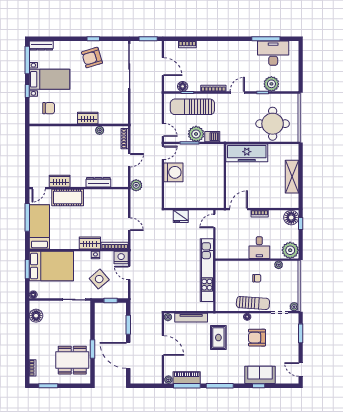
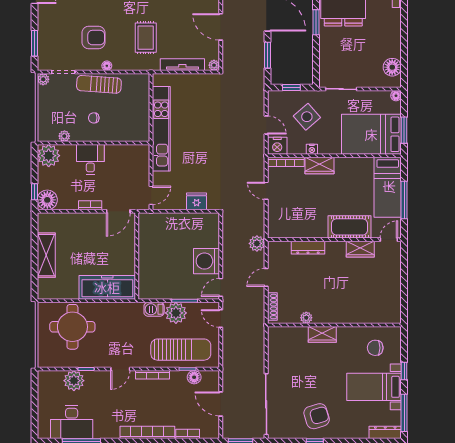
bookcase: (217, 46) -> (147, 432), added

